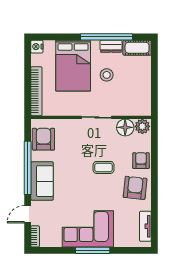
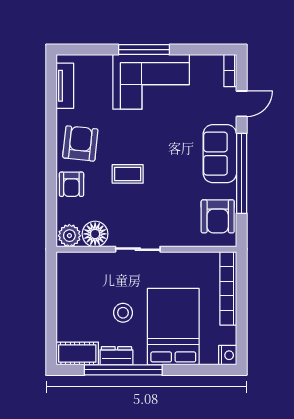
armchair: (135, 188) -> (80, 143), turned 180

